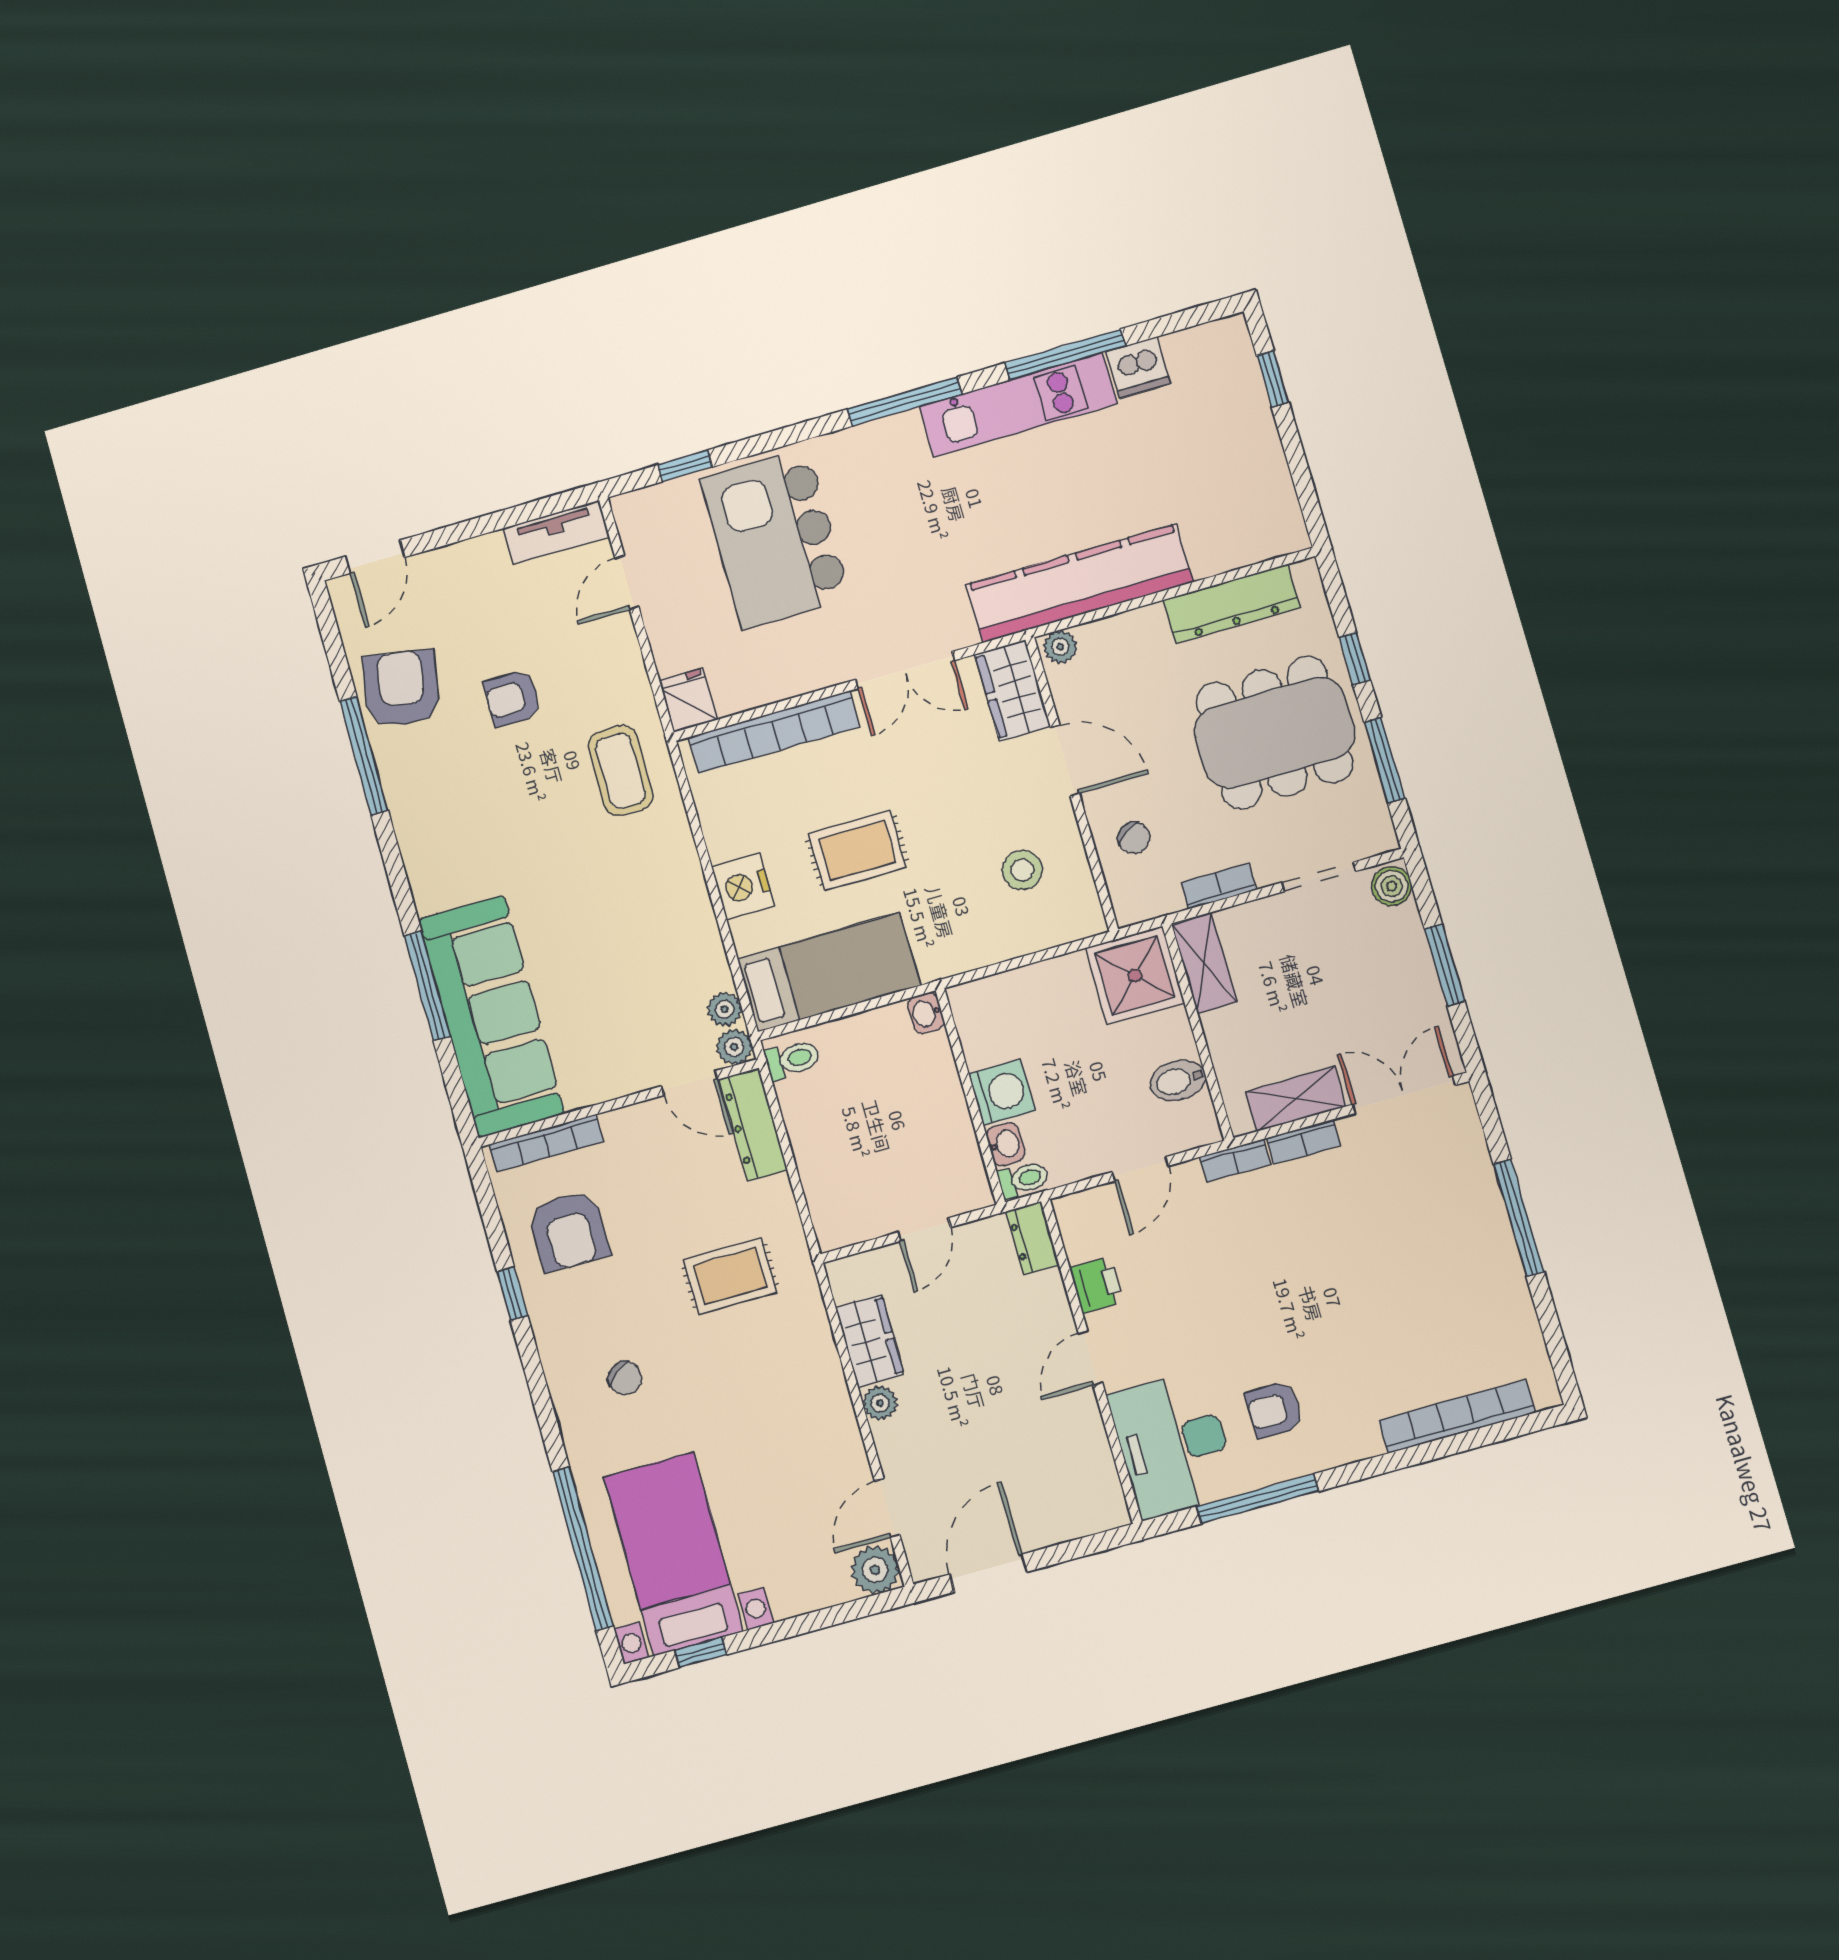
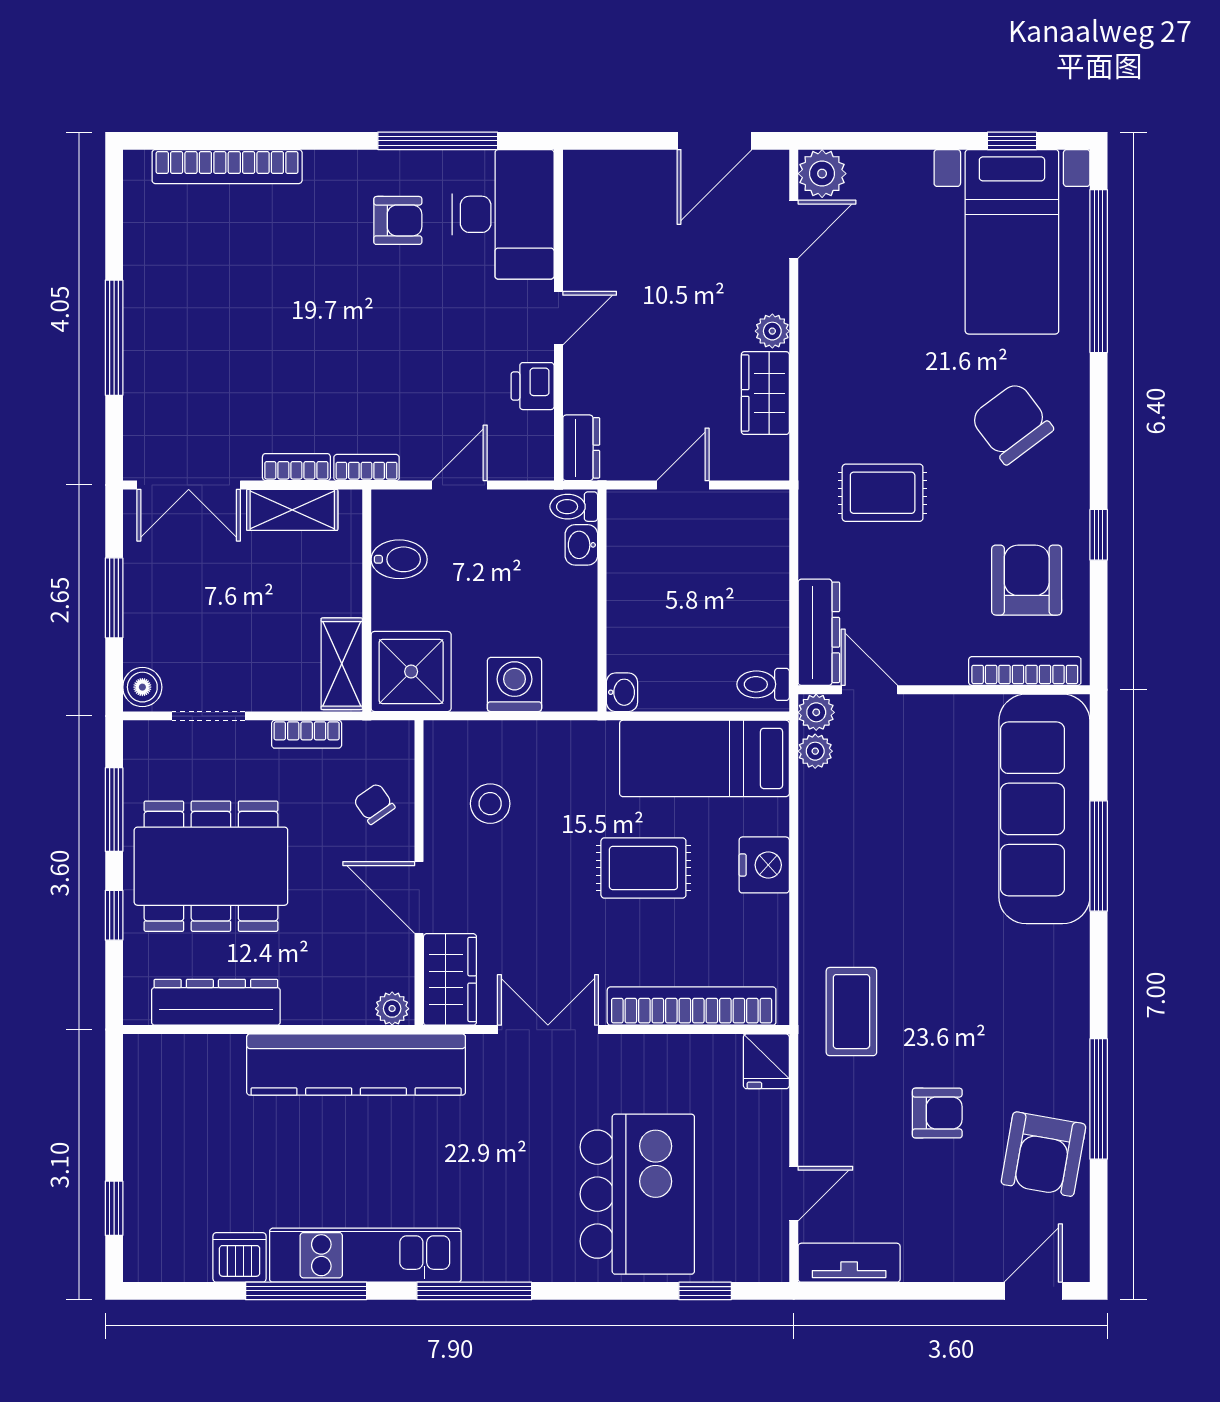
washing machine: (1002, 1092) -> (514, 684), moved, turned 90
chair: (625, 1378) -> (1012, 423), width x1.87, depth x1.87

